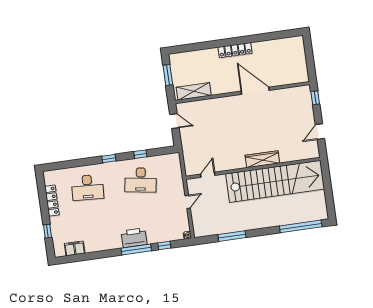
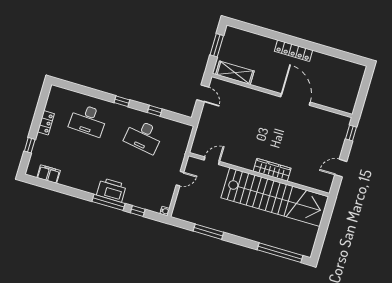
locker: (52, 201) -> (46, 123), width x0.66

